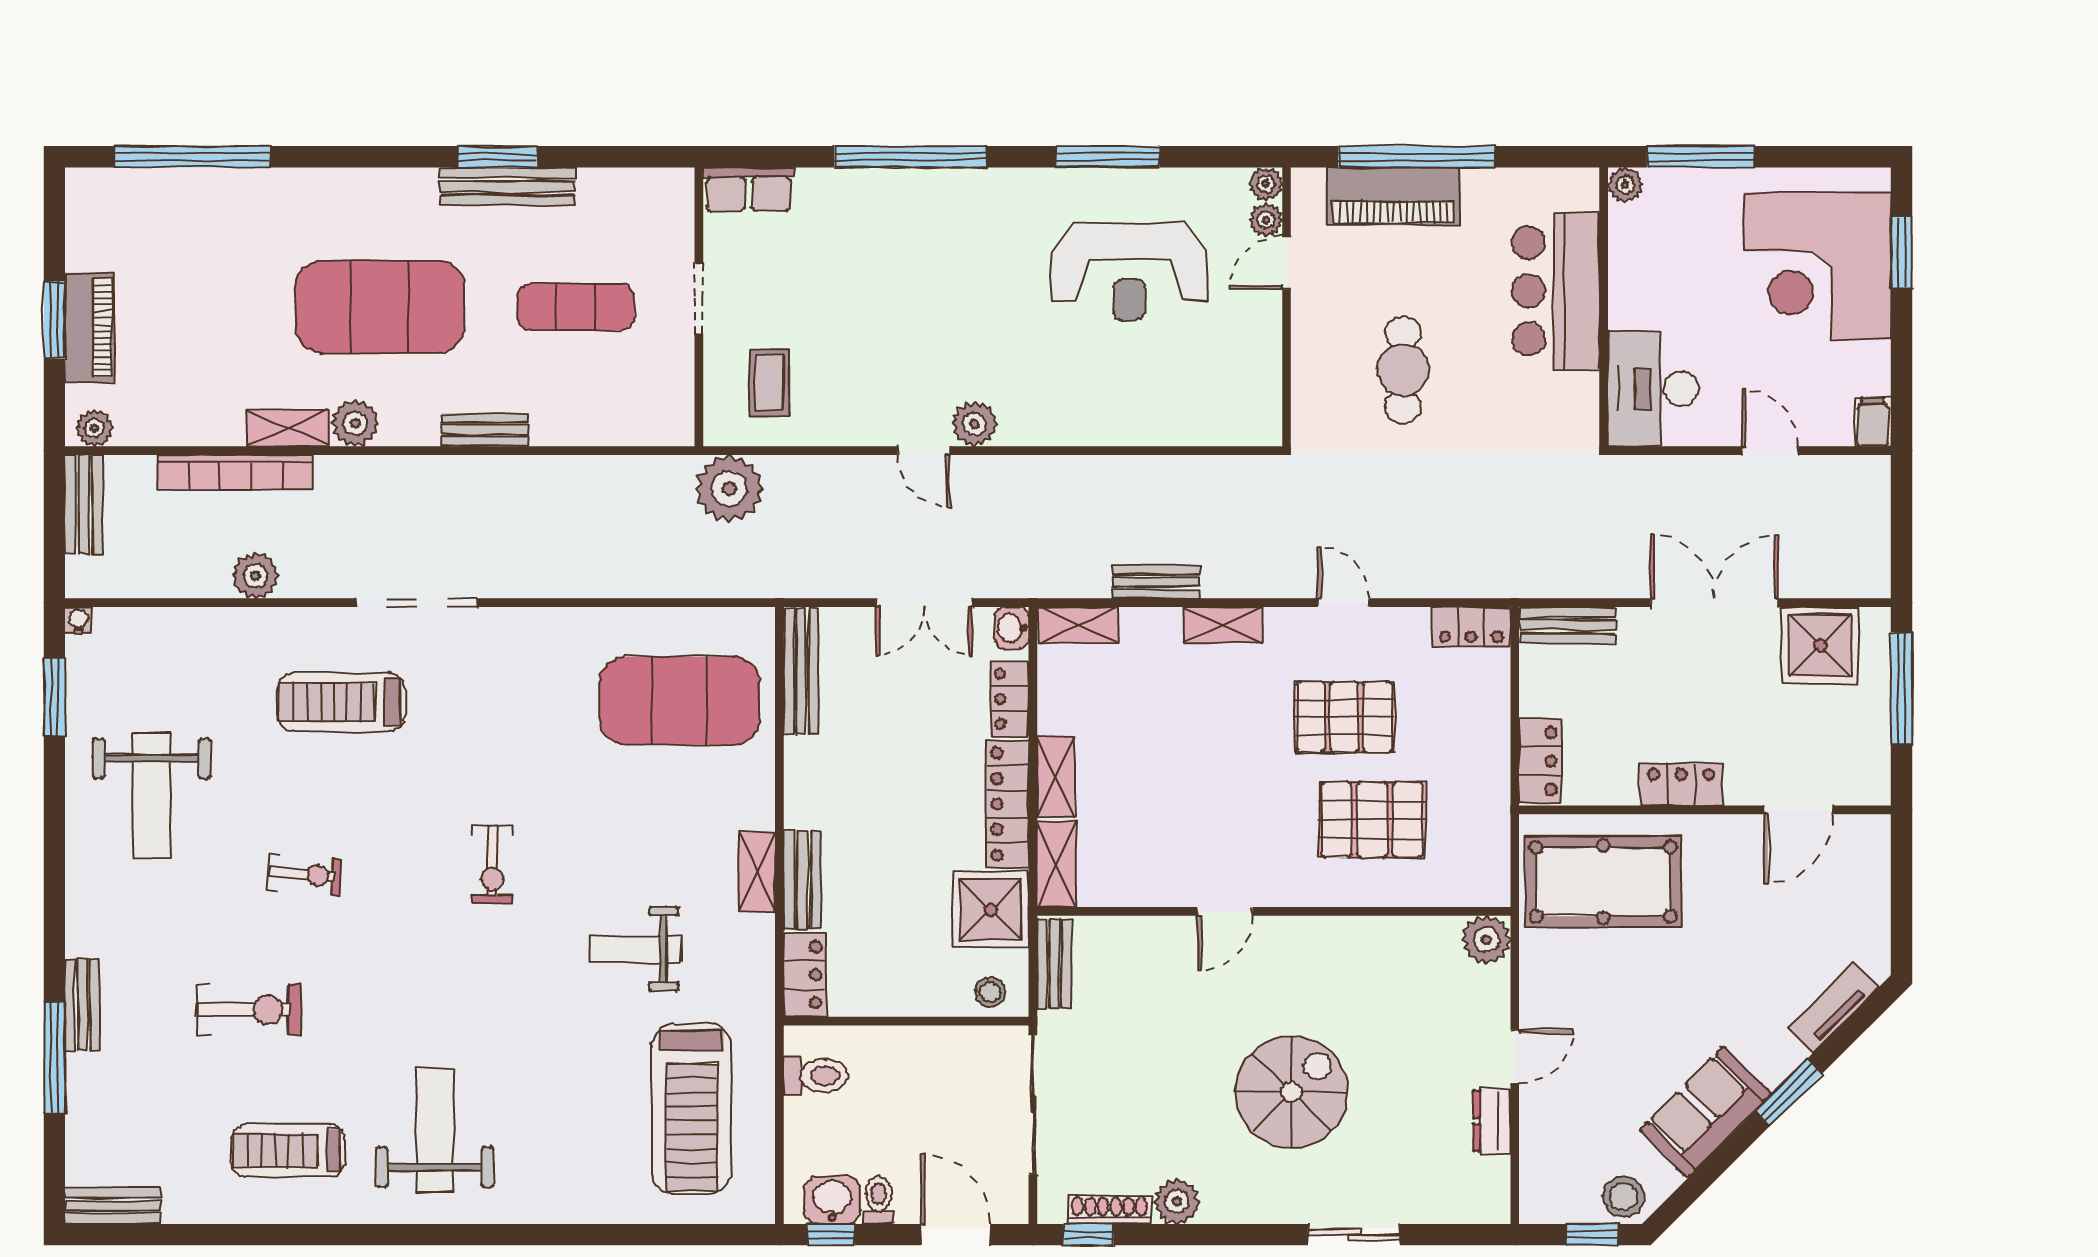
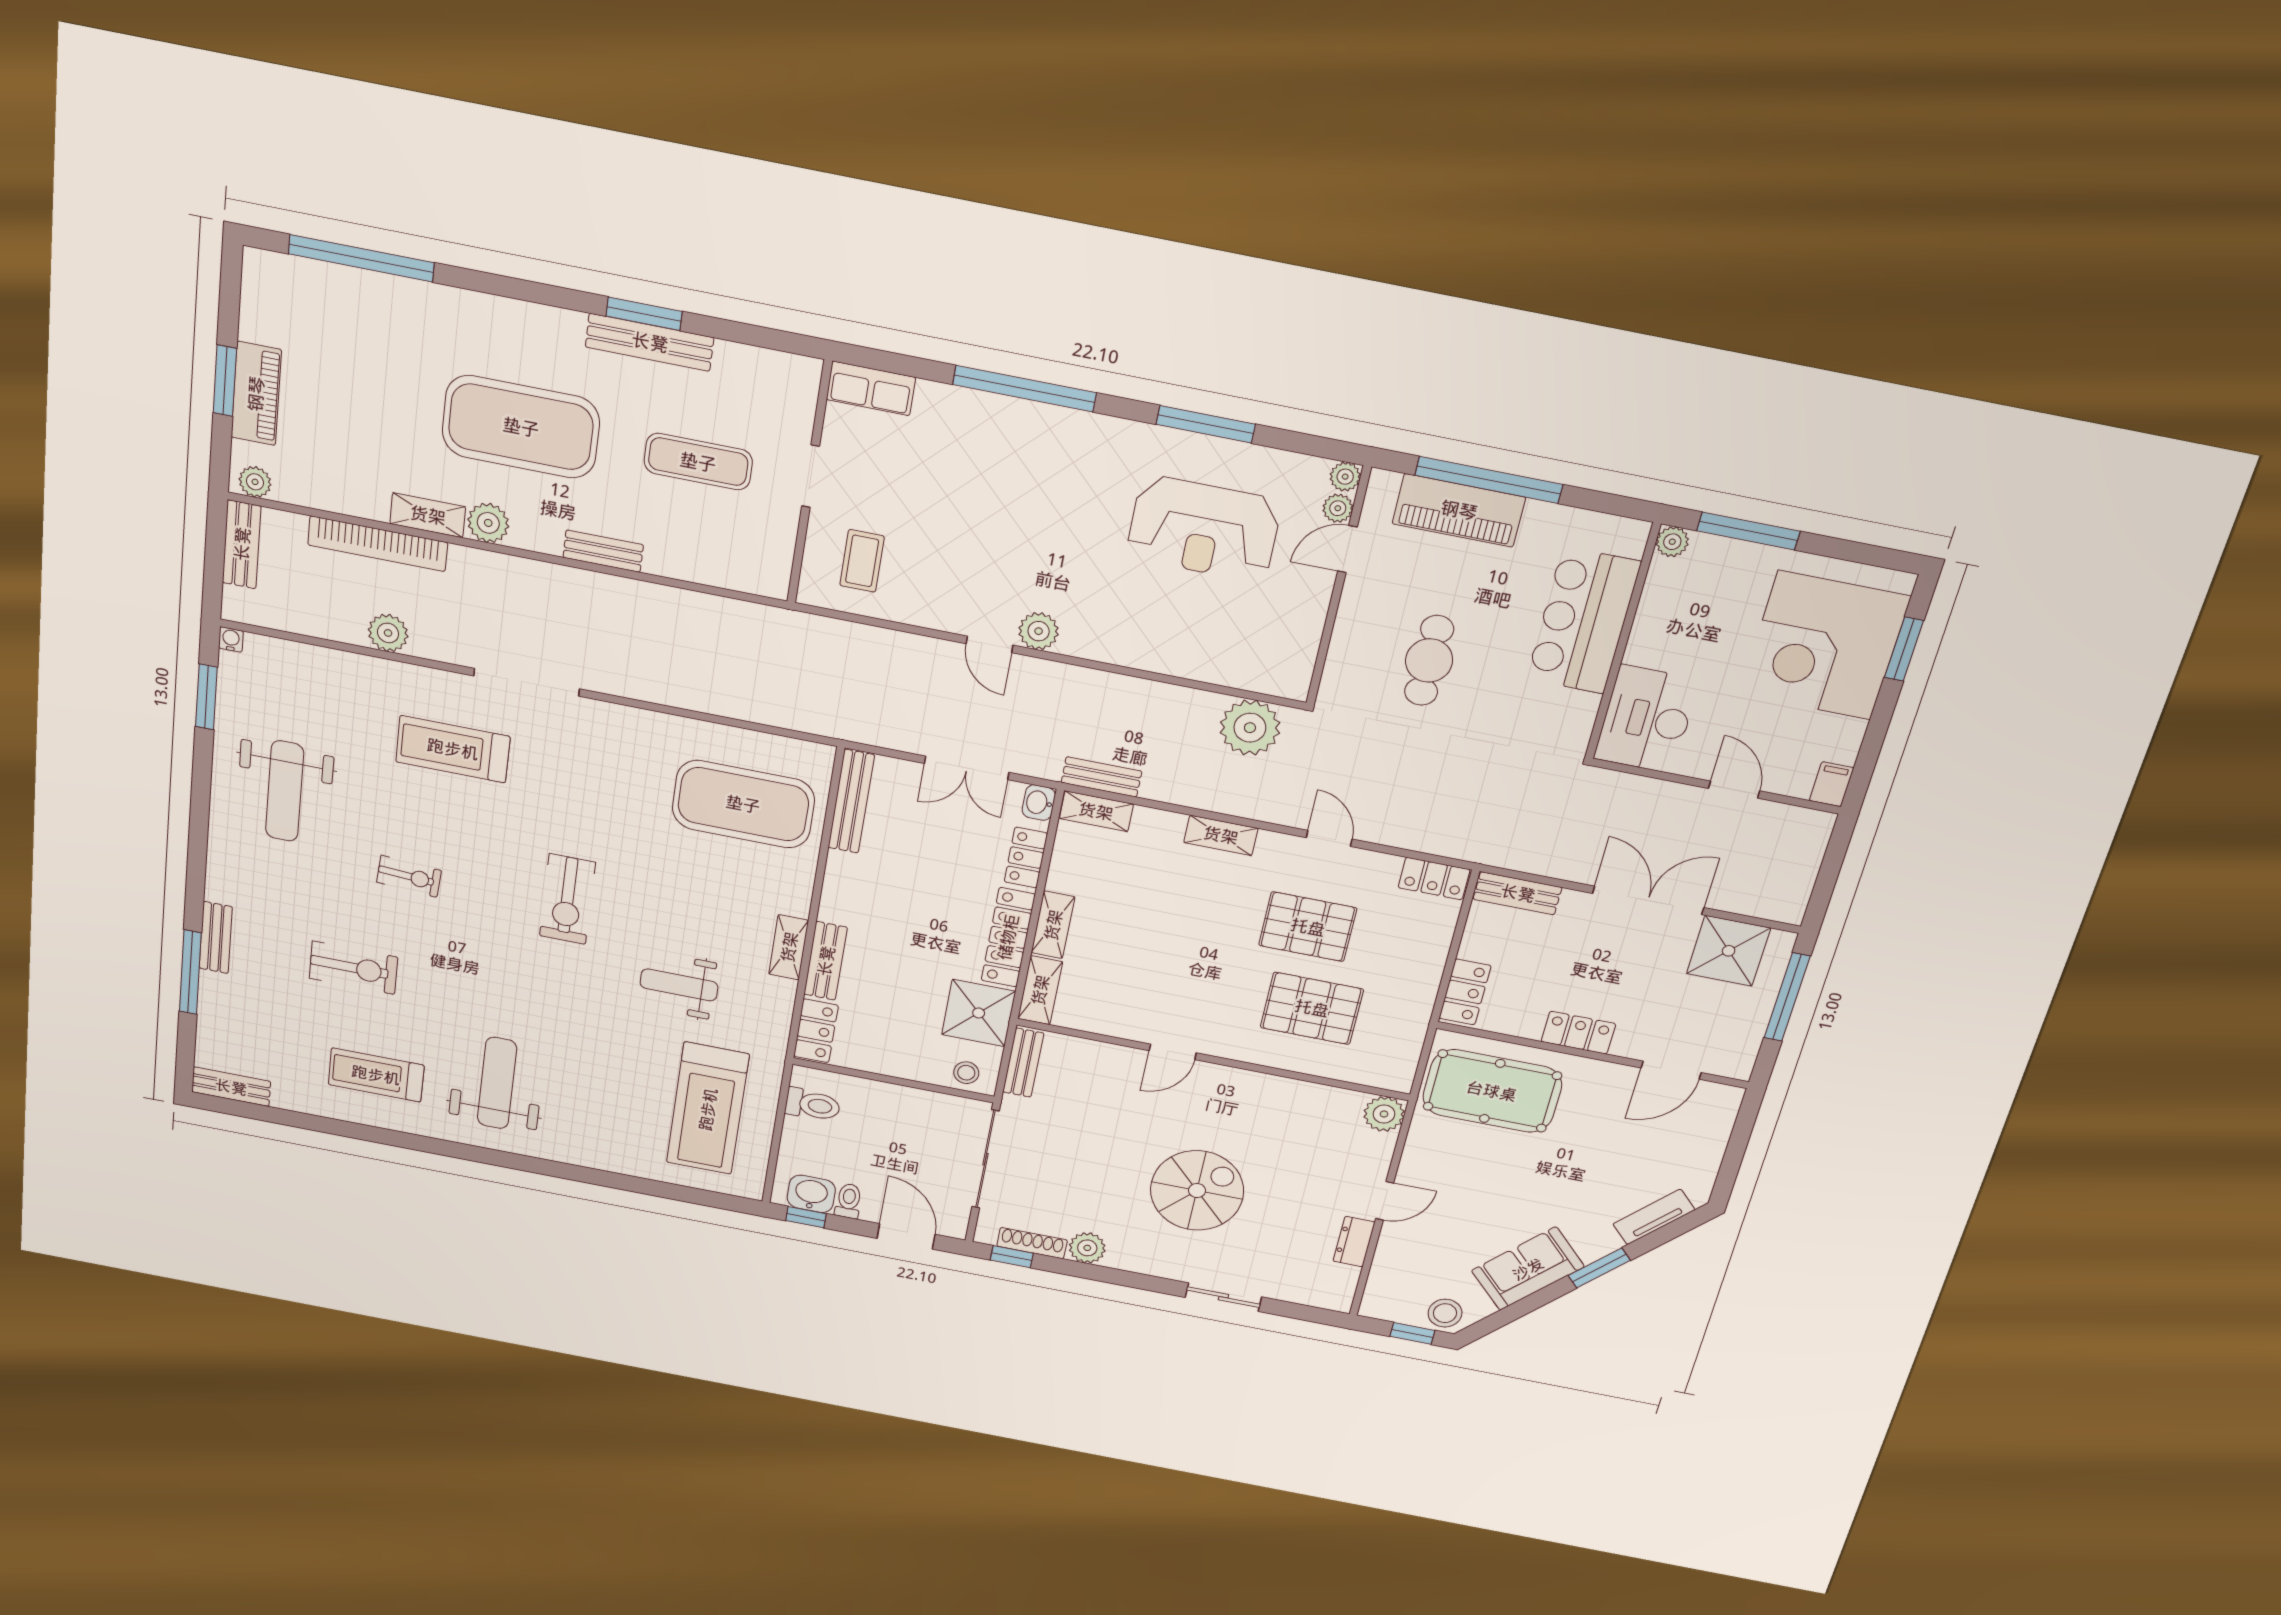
plant: (729, 489) -> (1250, 728), moved
bench: (1156, 582) -> (1101, 777), moved
exercise bike: (492, 865) -> (567, 899), width x1.38, depth x1.39

